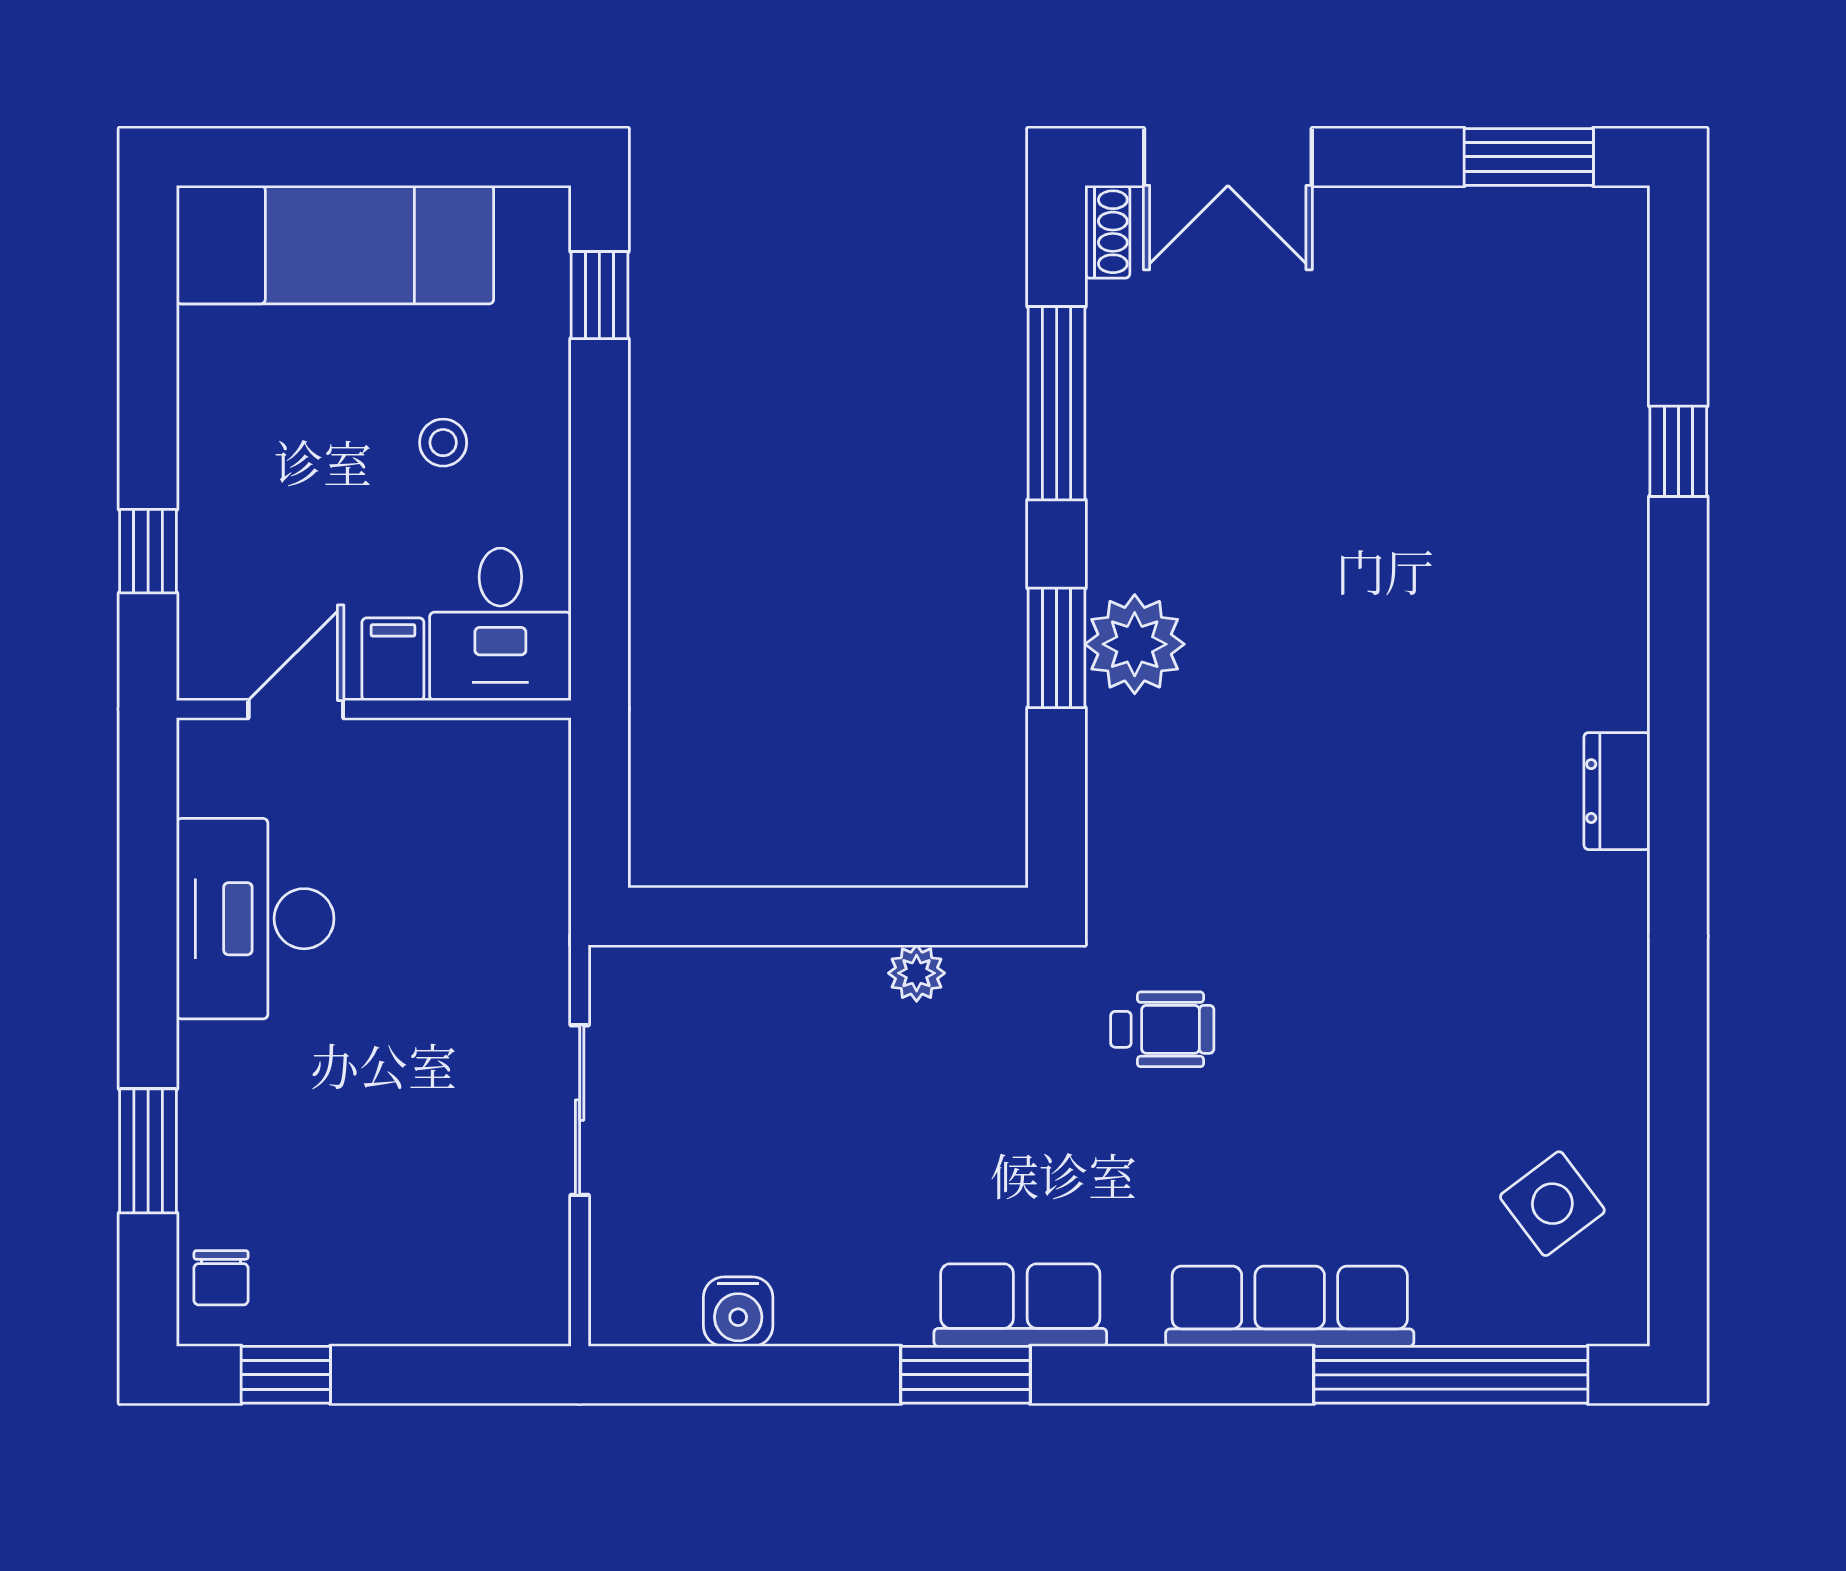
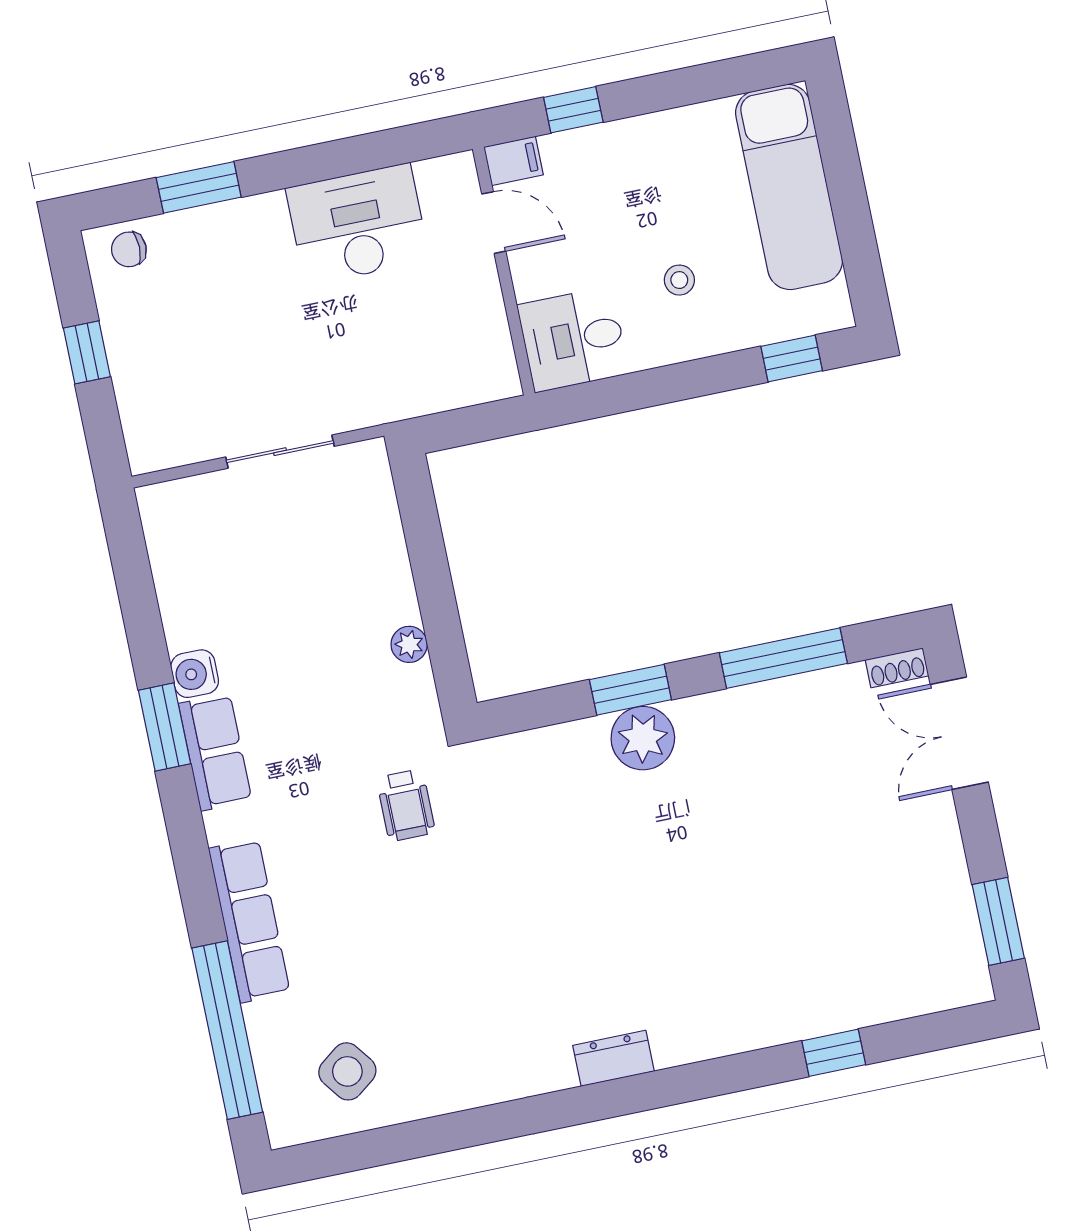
filing cabinet: (393, 659) -> (513, 161), moved
water cooler: (738, 1312) -> (195, 674), moved
window: (286, 1375) -> (87, 352), moved

